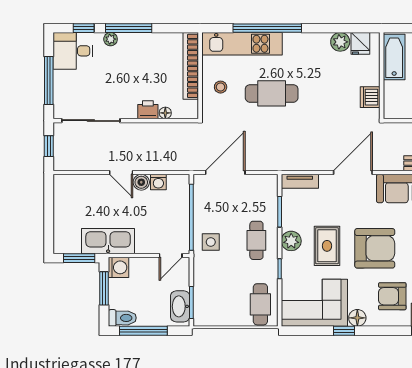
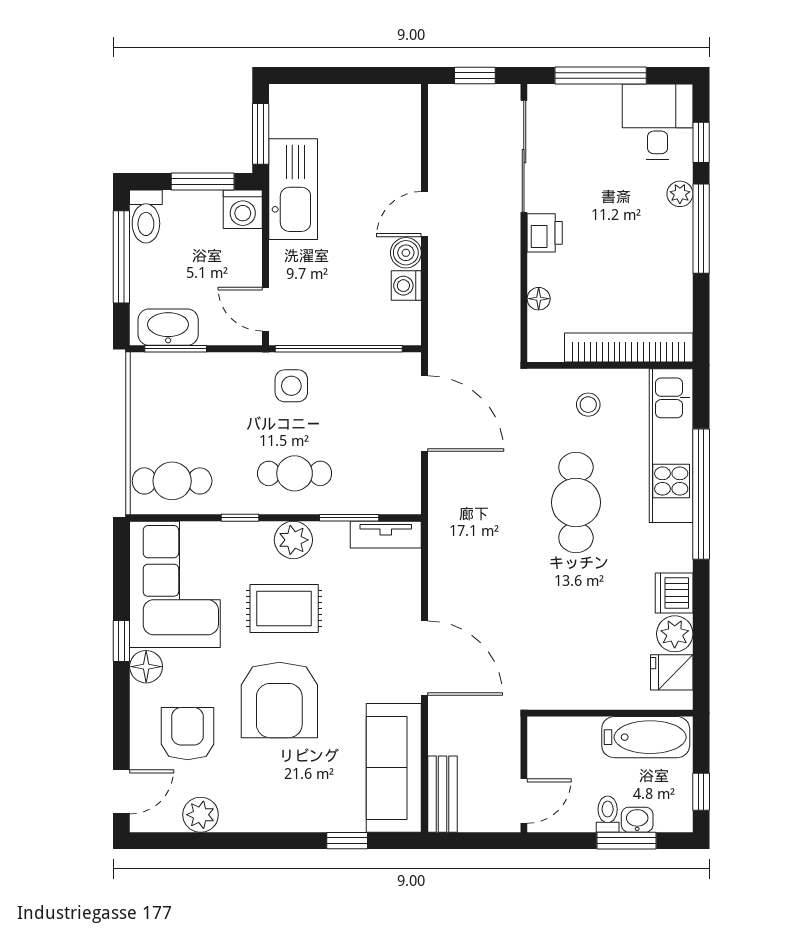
dishwasher: (370, 97) -> (674, 593), moved, turned -90
printer: (148, 110) -> (545, 233), moved
tv unit: (300, 181) -> (386, 535), moved, turned -90

